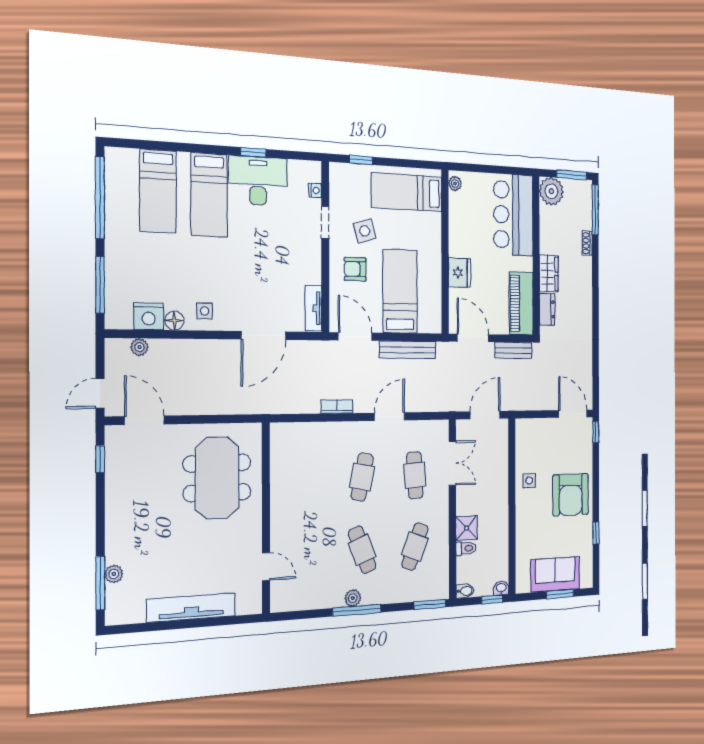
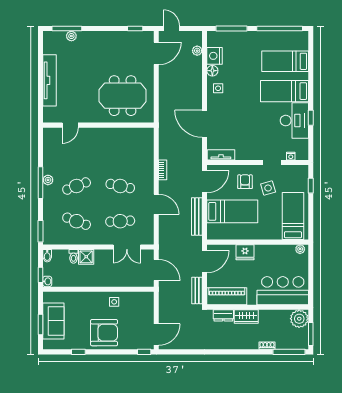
armchair: (571, 495) -> (104, 333), turned 180

